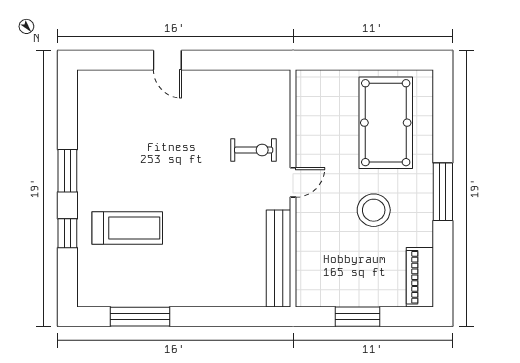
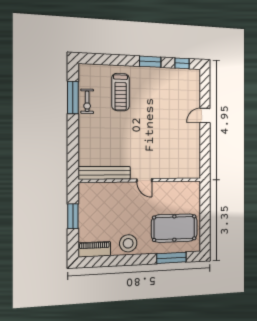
exercise bike: (254, 150) -> (87, 101), moved
window: (443, 192) -> (171, 258), moved
stool: (374, 210) -> (128, 243), moved
window: (67, 233) -> (182, 63), moved

